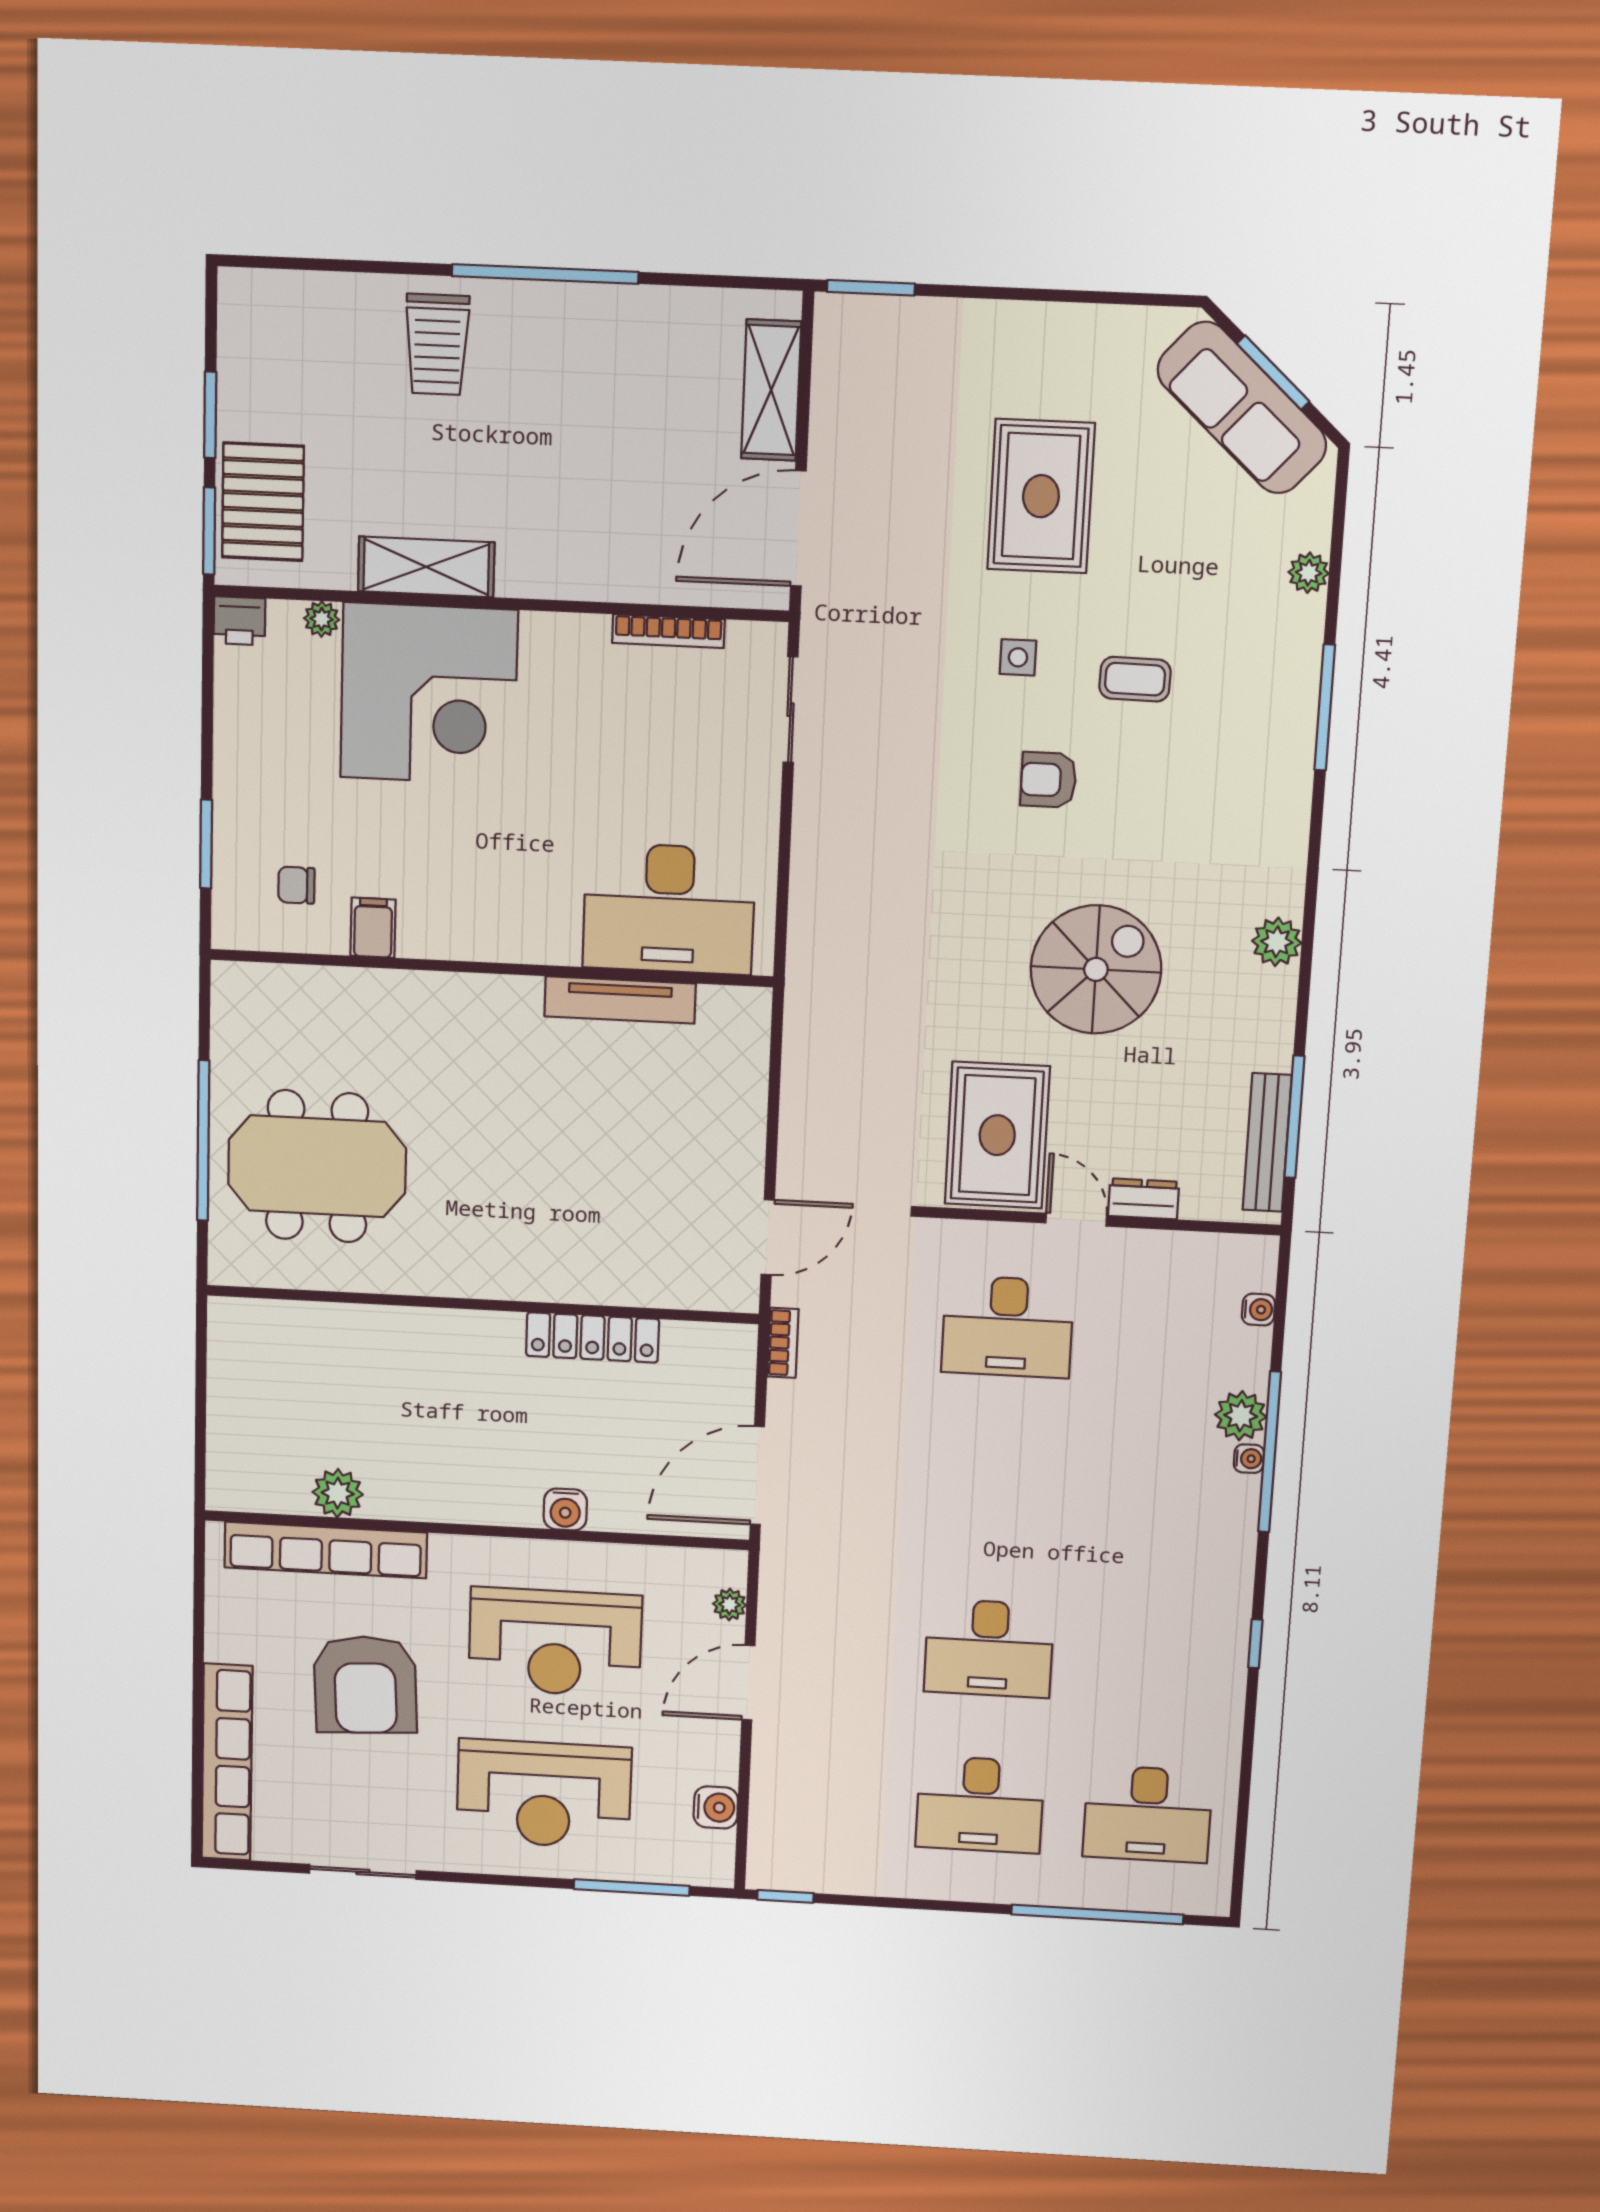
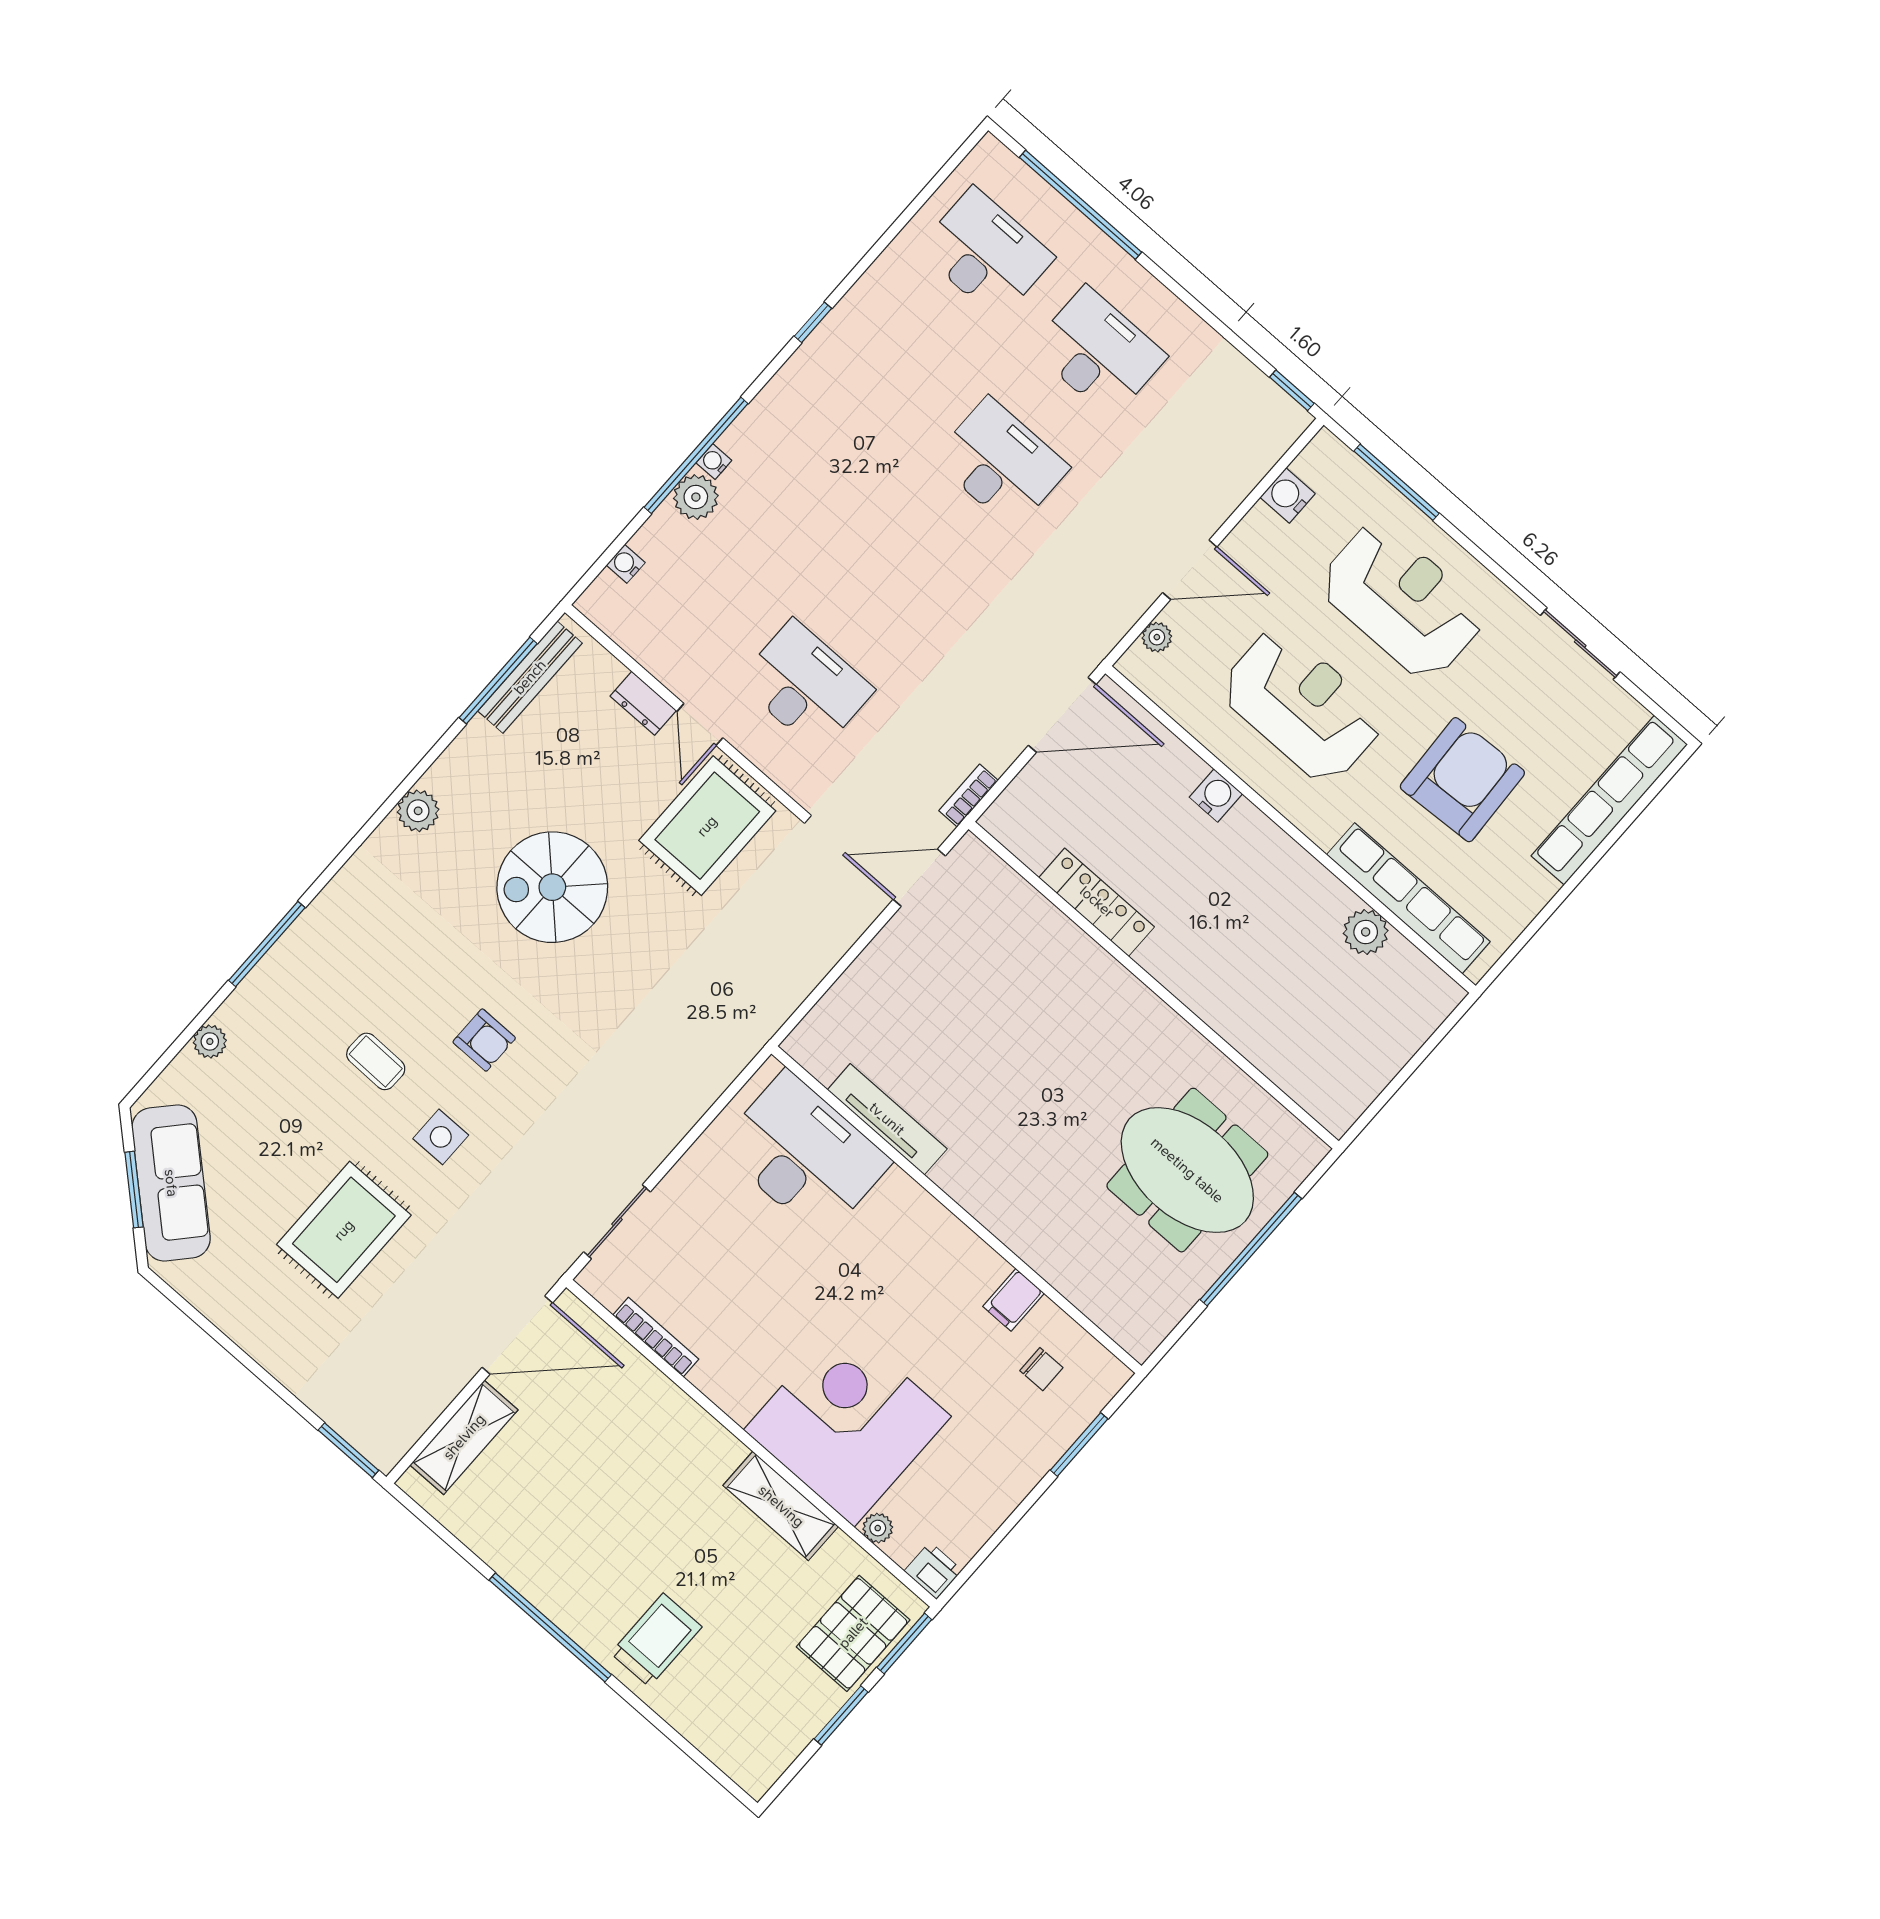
side table: (1018, 657) -> (441, 1137), width x1.37, depth x1.37

